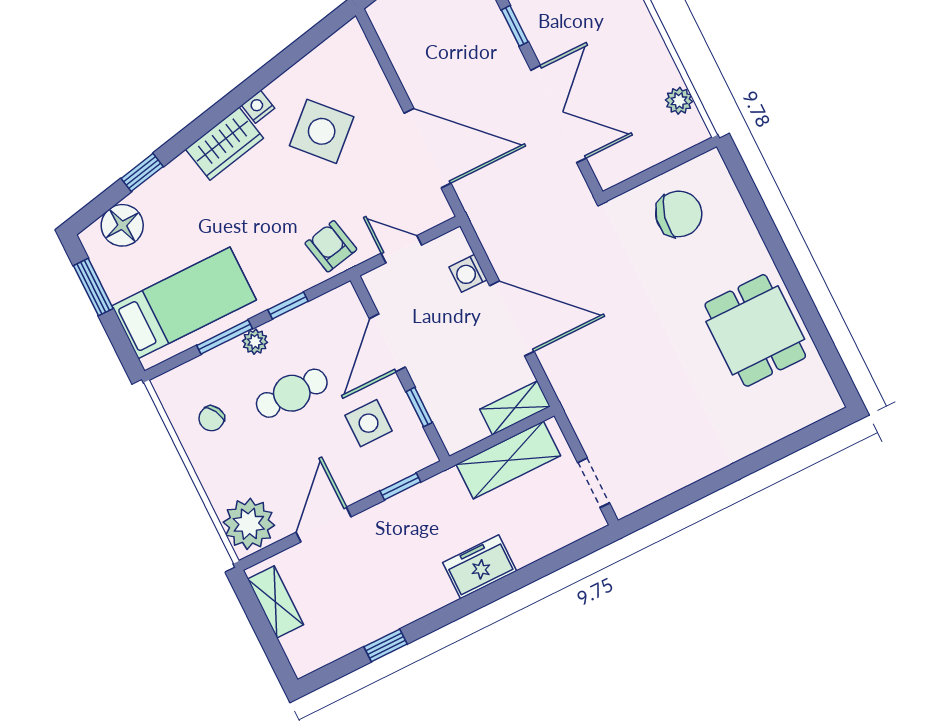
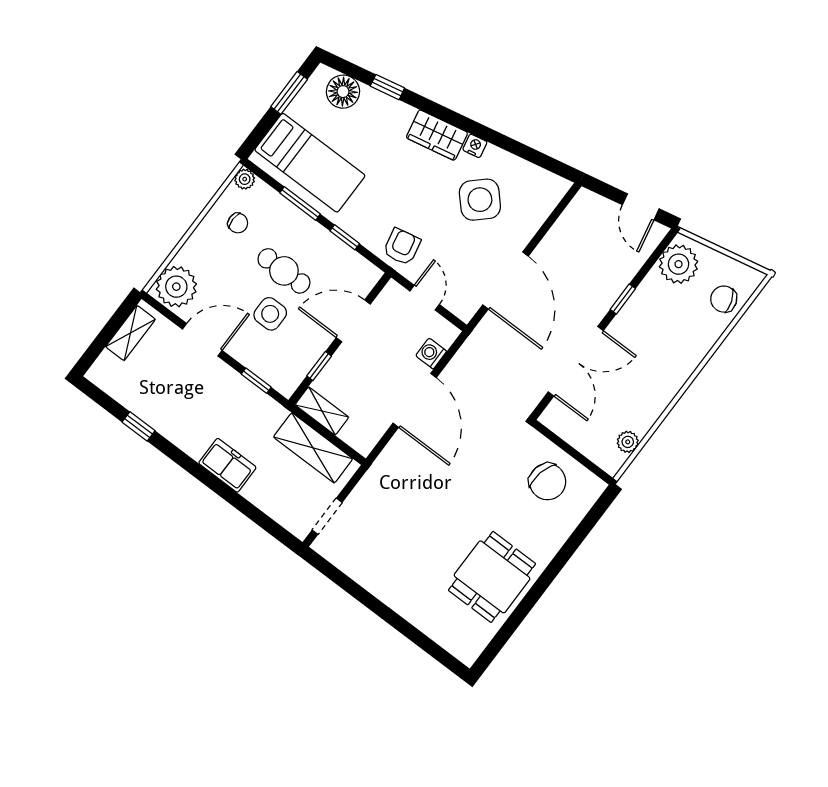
plant: (255, 342) -> (245, 179), moved
shelving: (515, 408) -> (322, 411), moved
chair: (212, 418) -> (238, 223), turned -151
side table: (369, 423) -> (270, 314), moved

